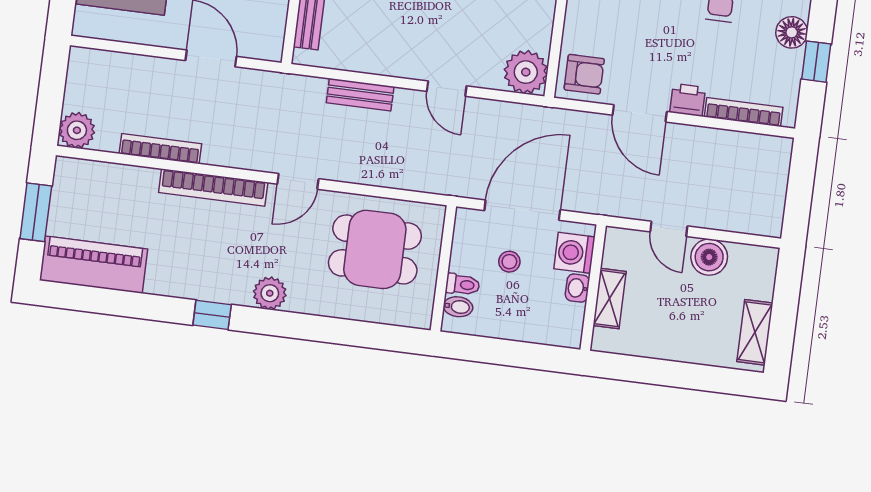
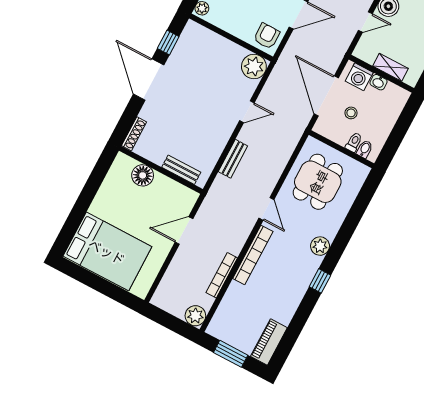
piano: (94, 265) -> (269, 342), width x0.73, depth x0.75

